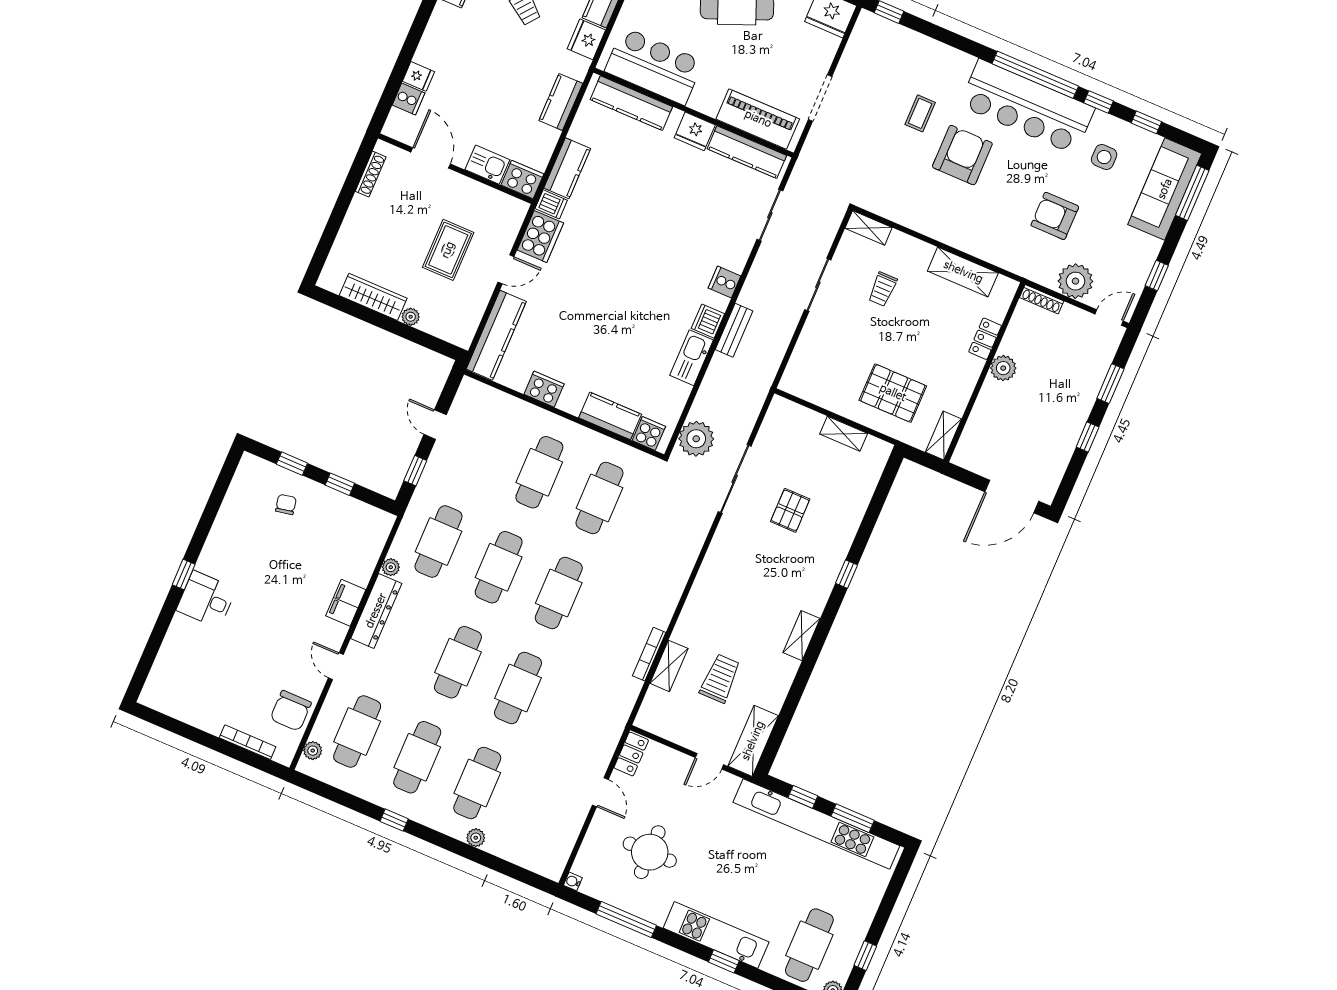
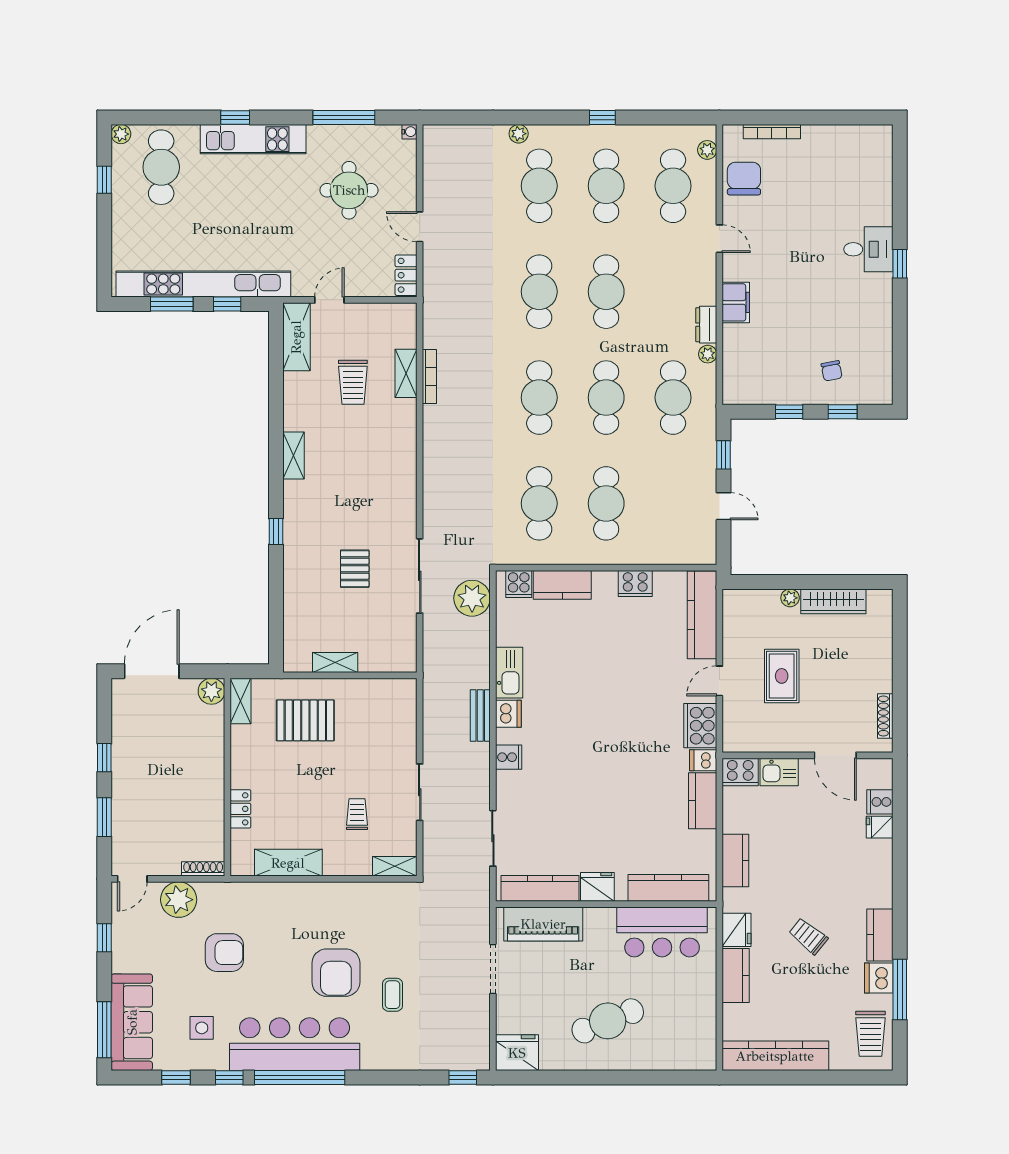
plant: (1003, 368) -> (211, 691), moved
dresser: (376, 611) -> (706, 325), width x0.51, depth x0.80

